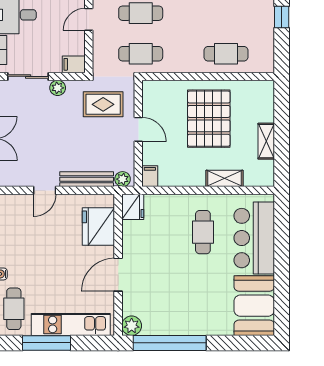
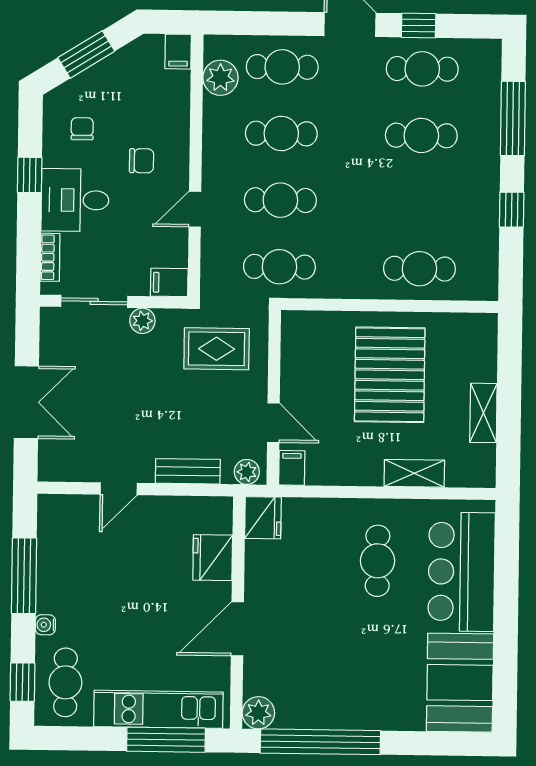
door: (138, 129) -> (273, 423), moved
bench: (87, 179) -> (188, 471), width x0.73
fridge: (98, 227) -> (213, 558), width x0.73, depth x0.75
window: (46, 343) -> (166, 740), moved

